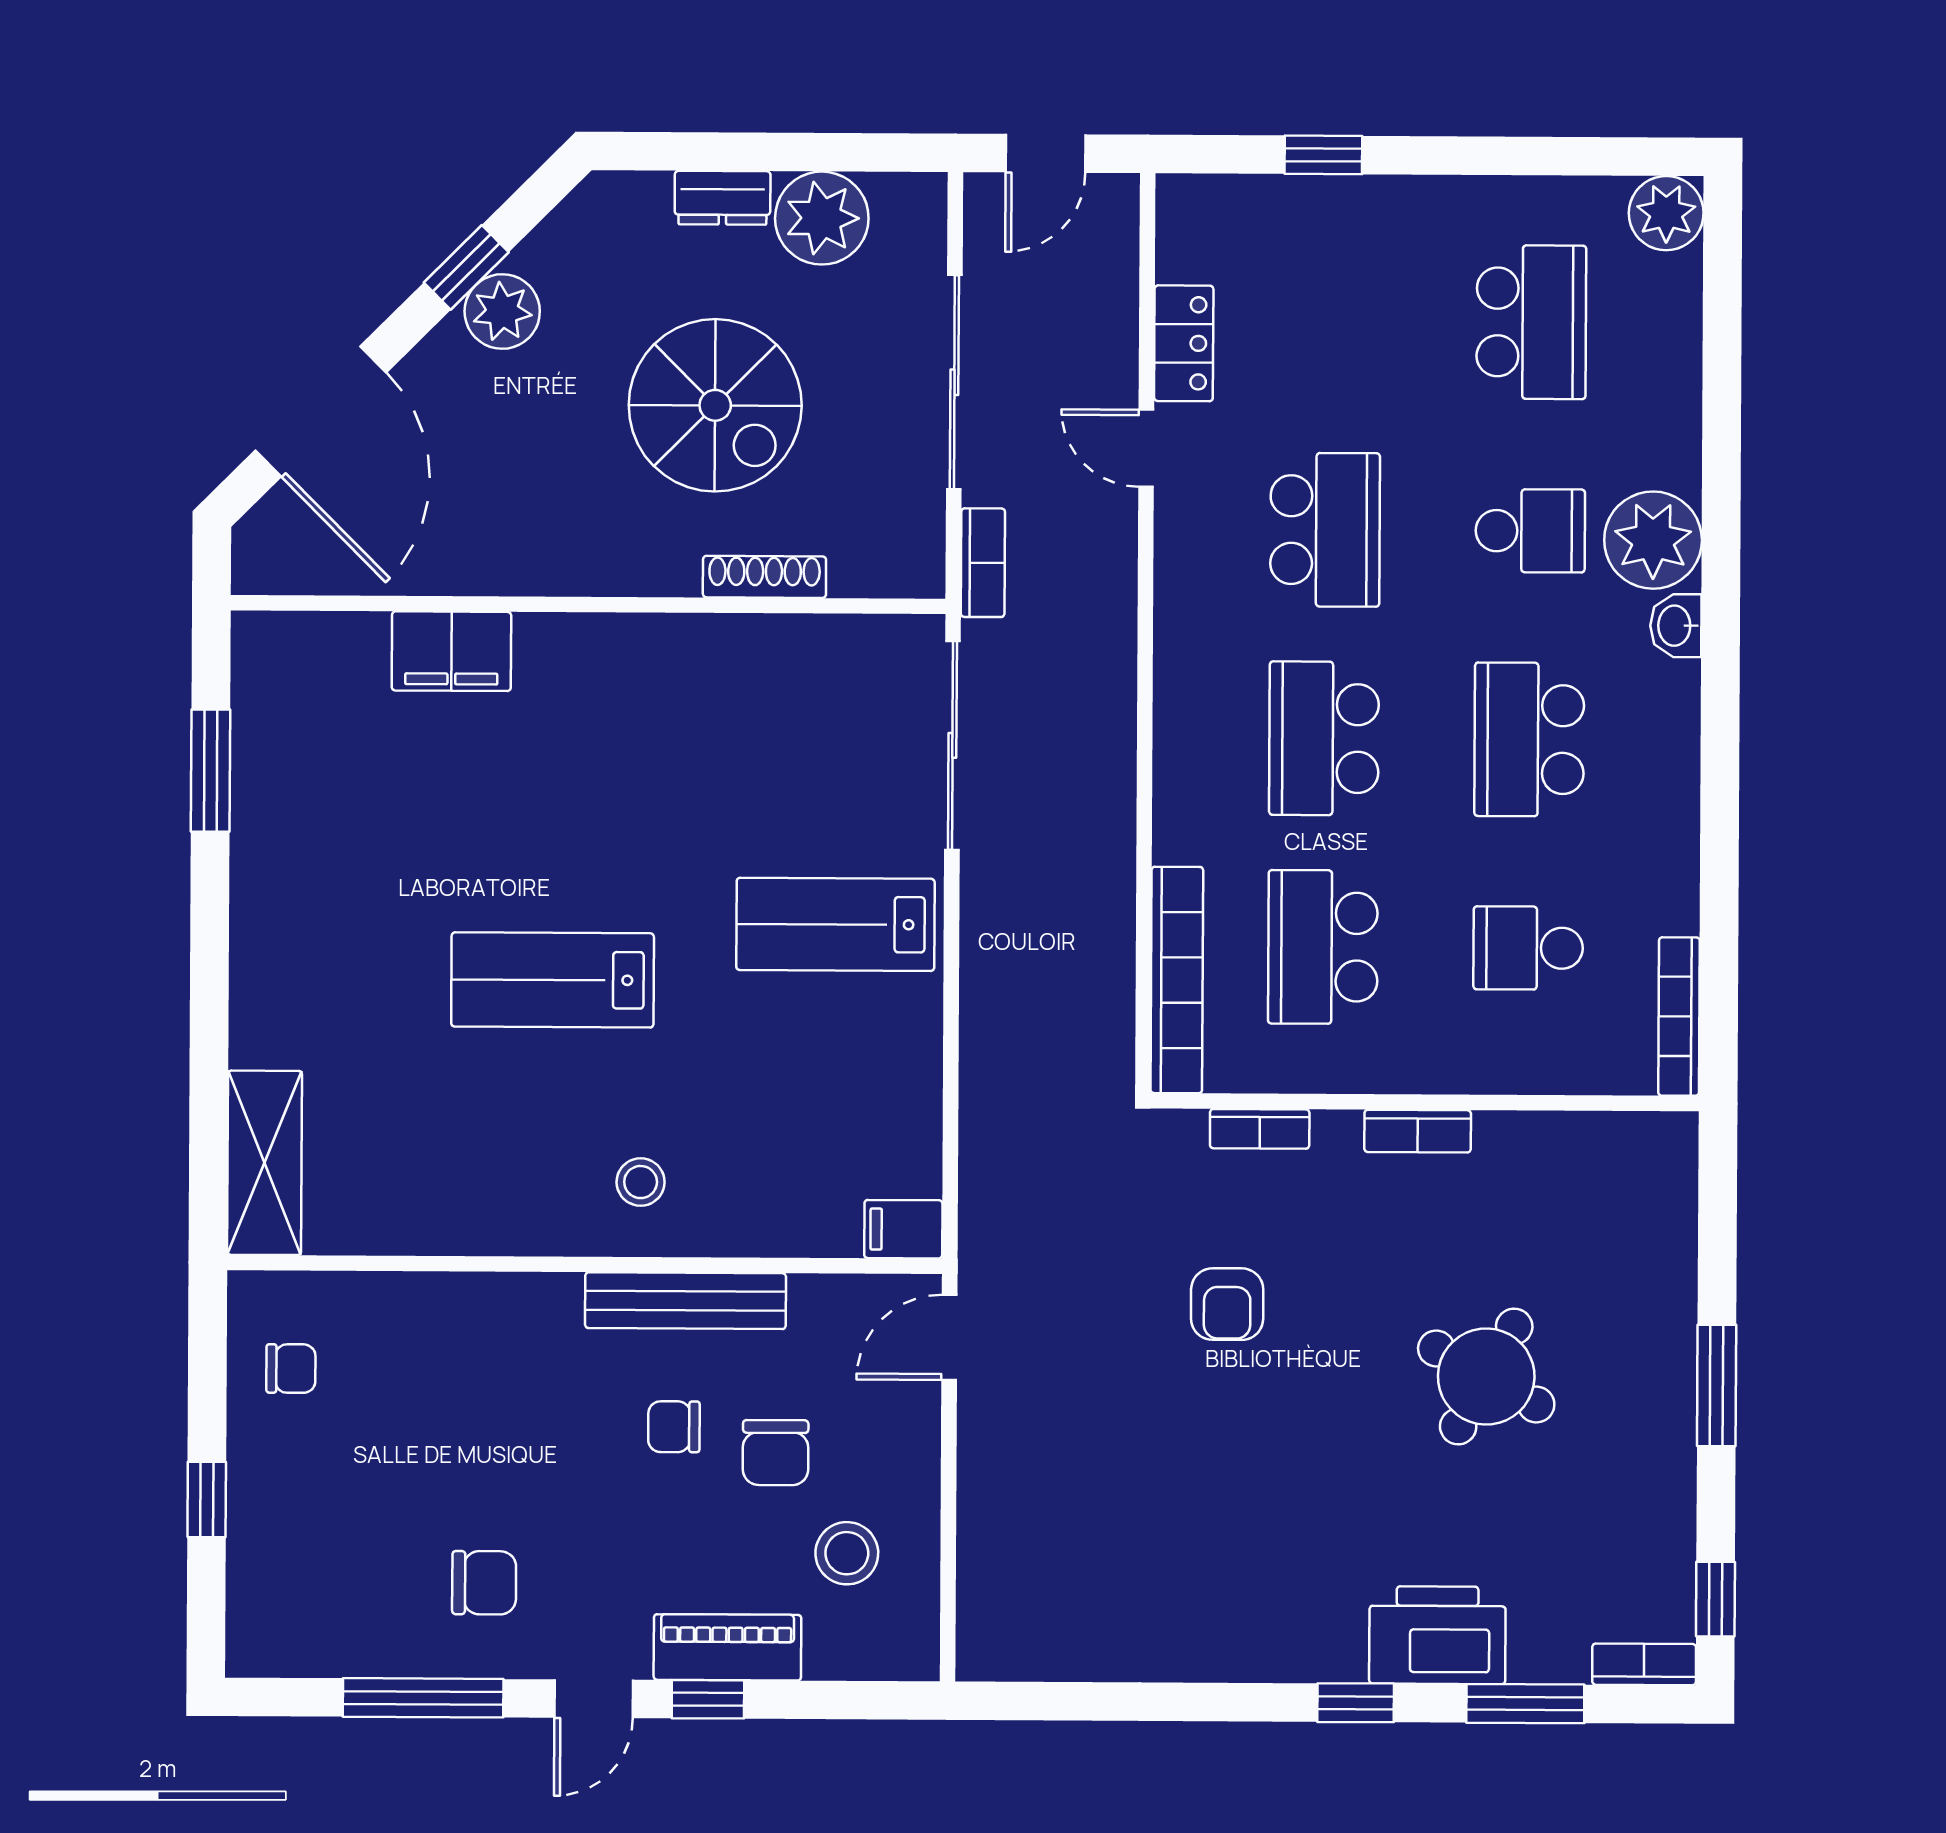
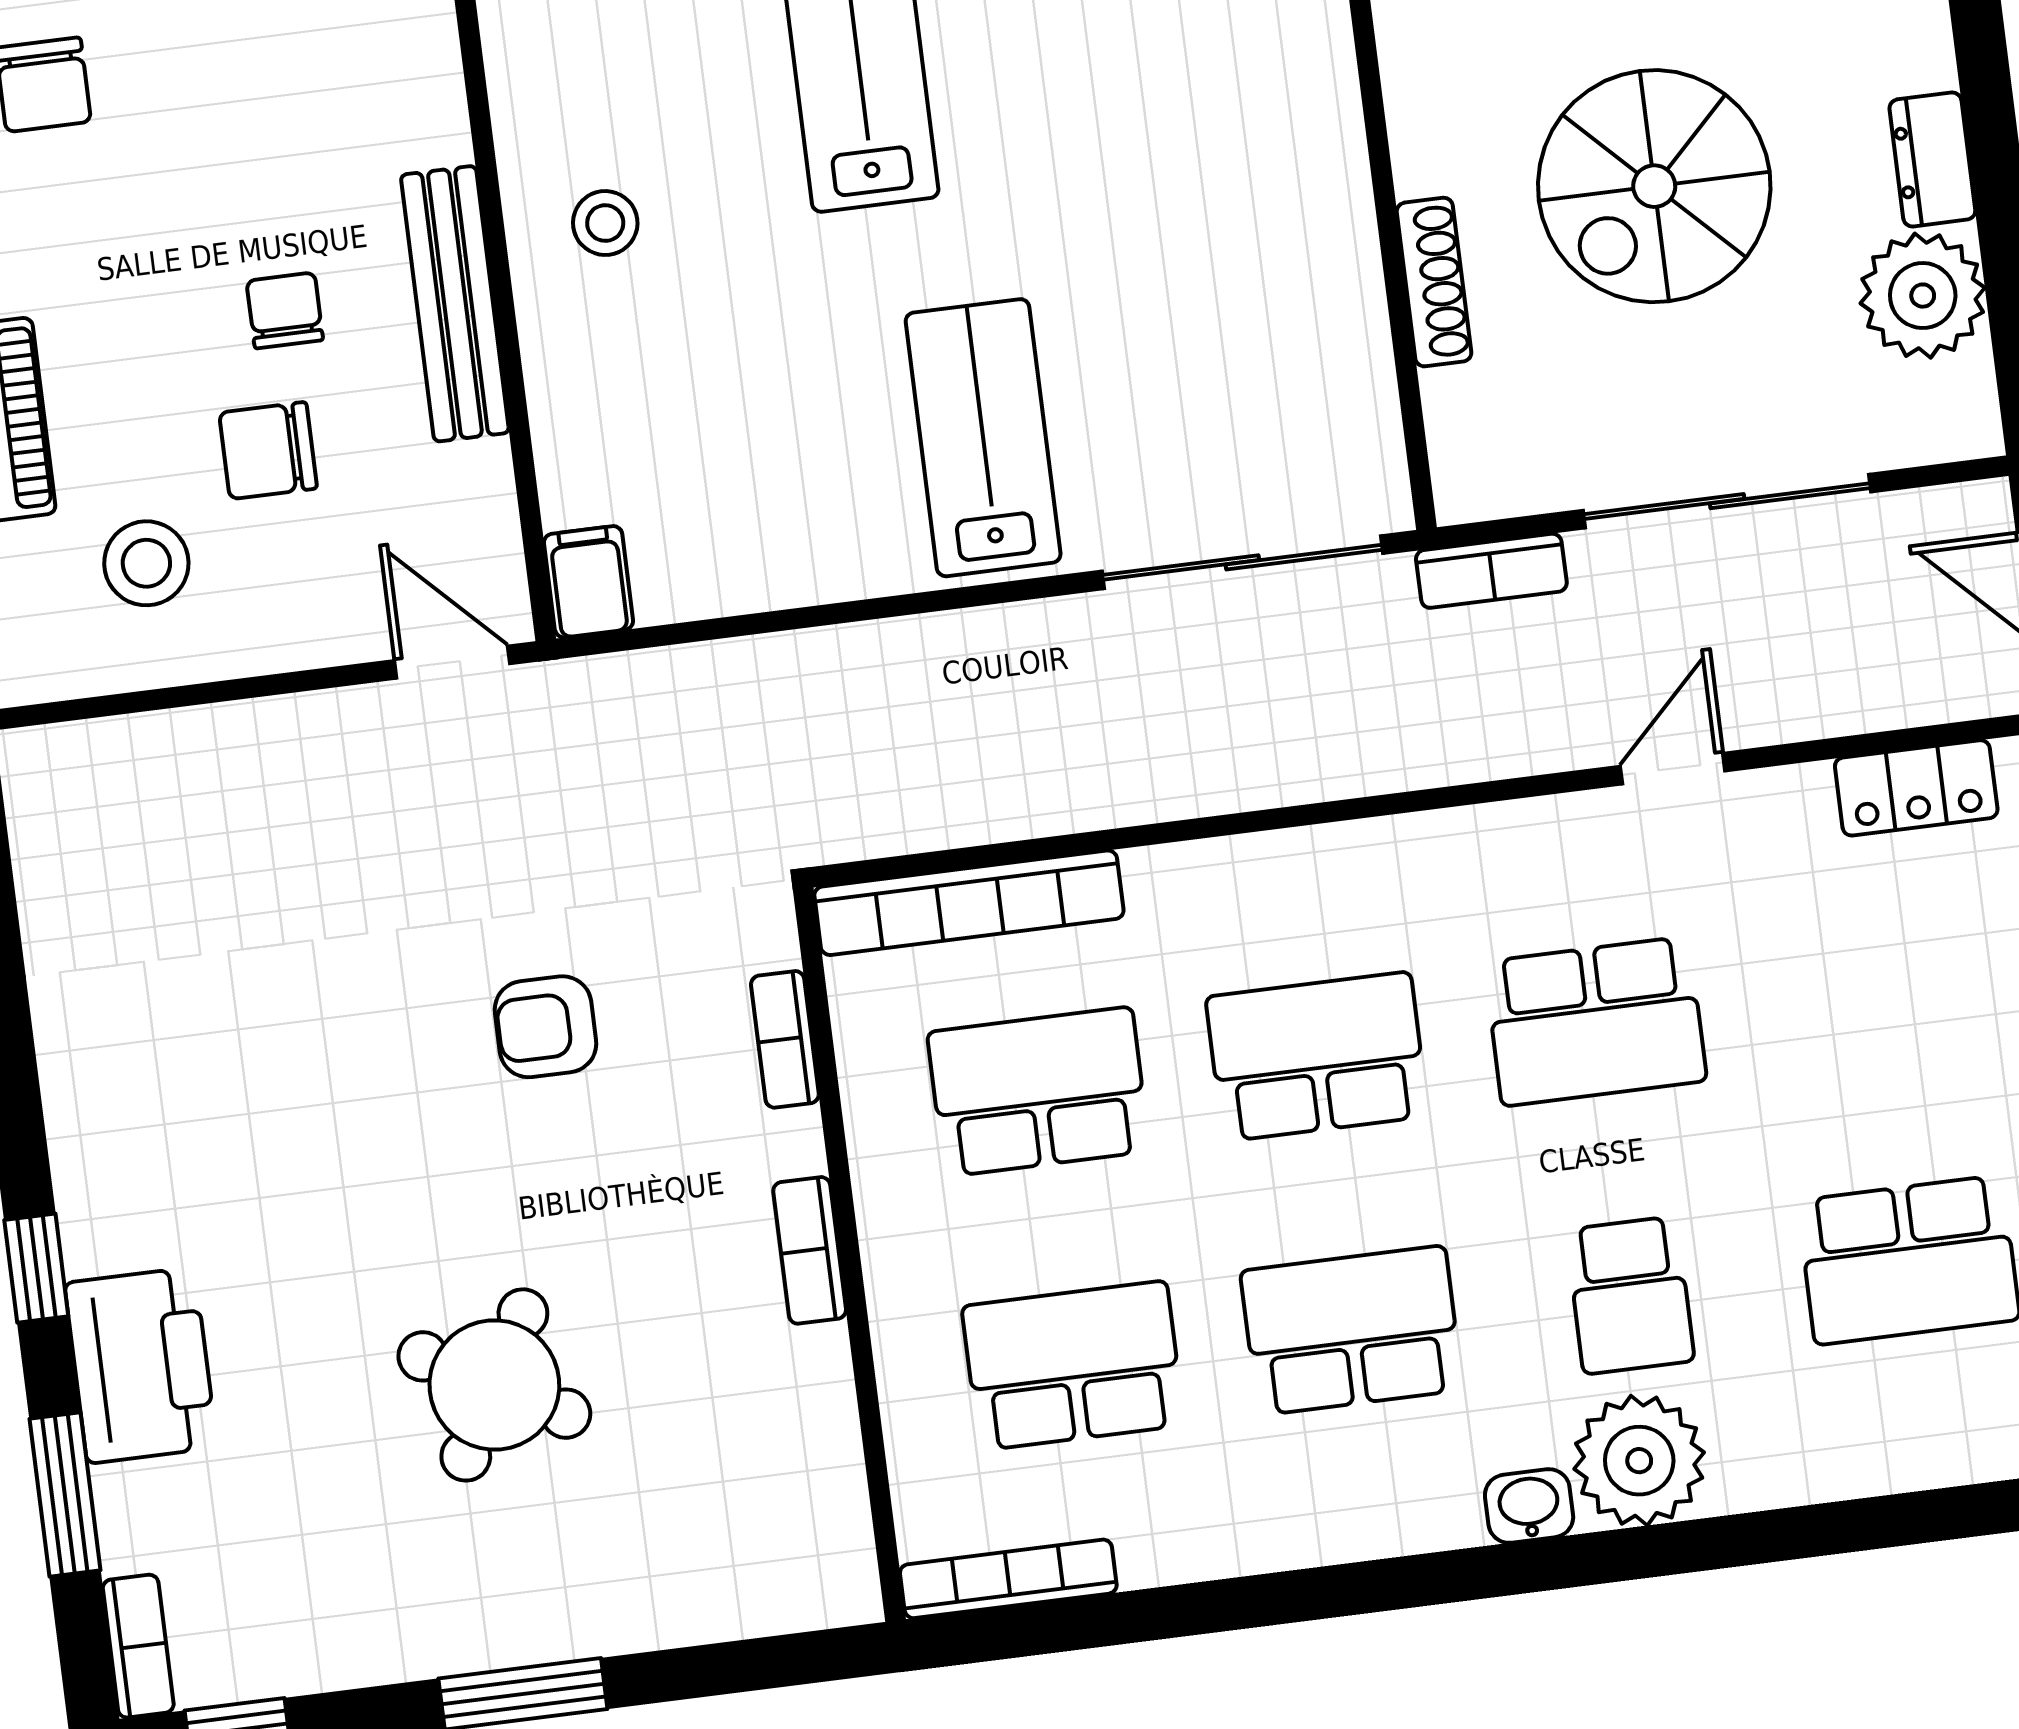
locker: (1184, 343) -> (1916, 788), moved
school desk: (1528, 948) -> (1073, 1366), width x1.85

